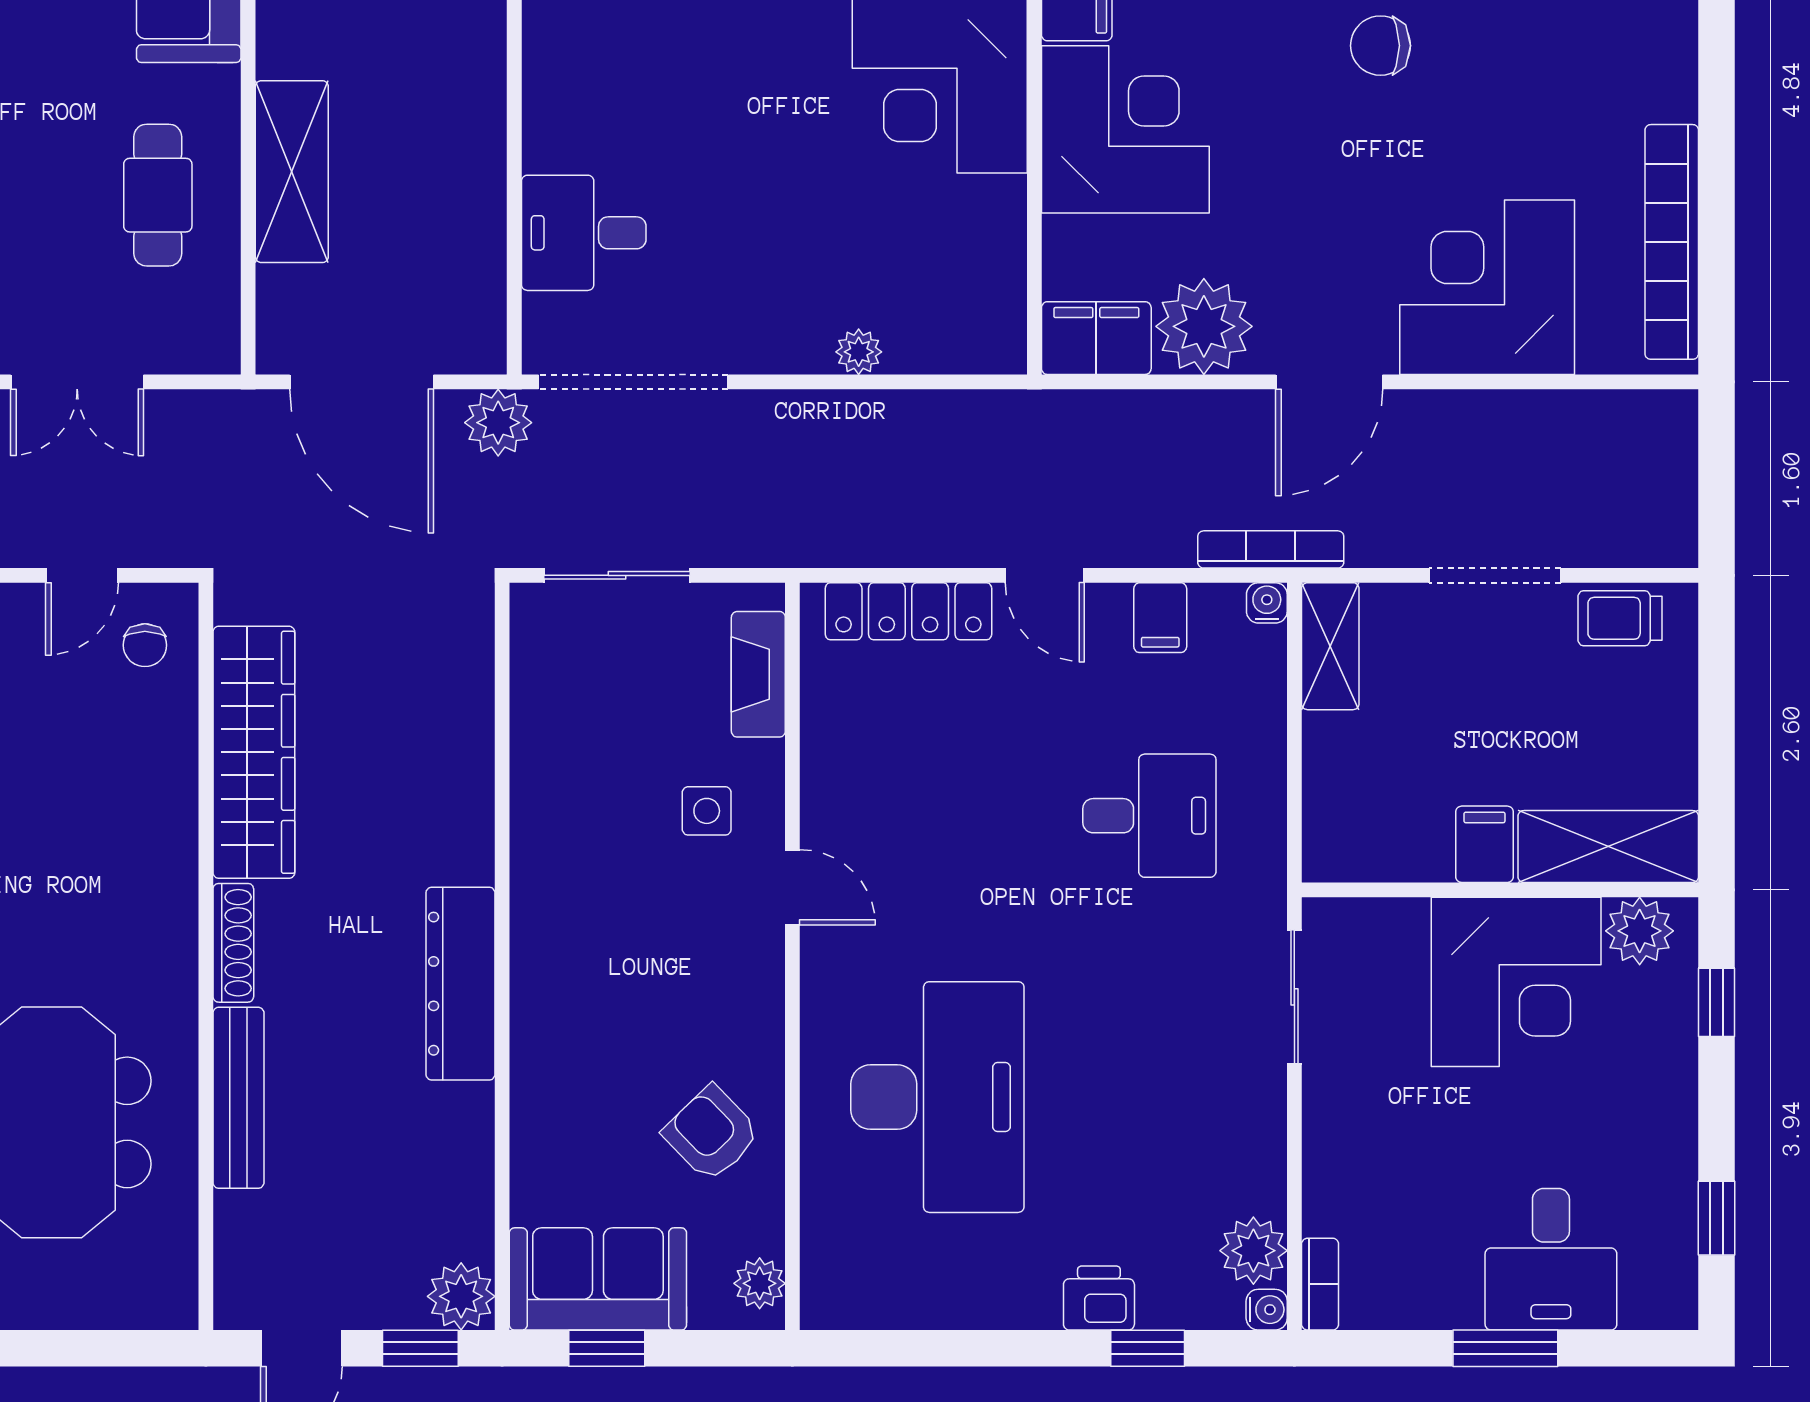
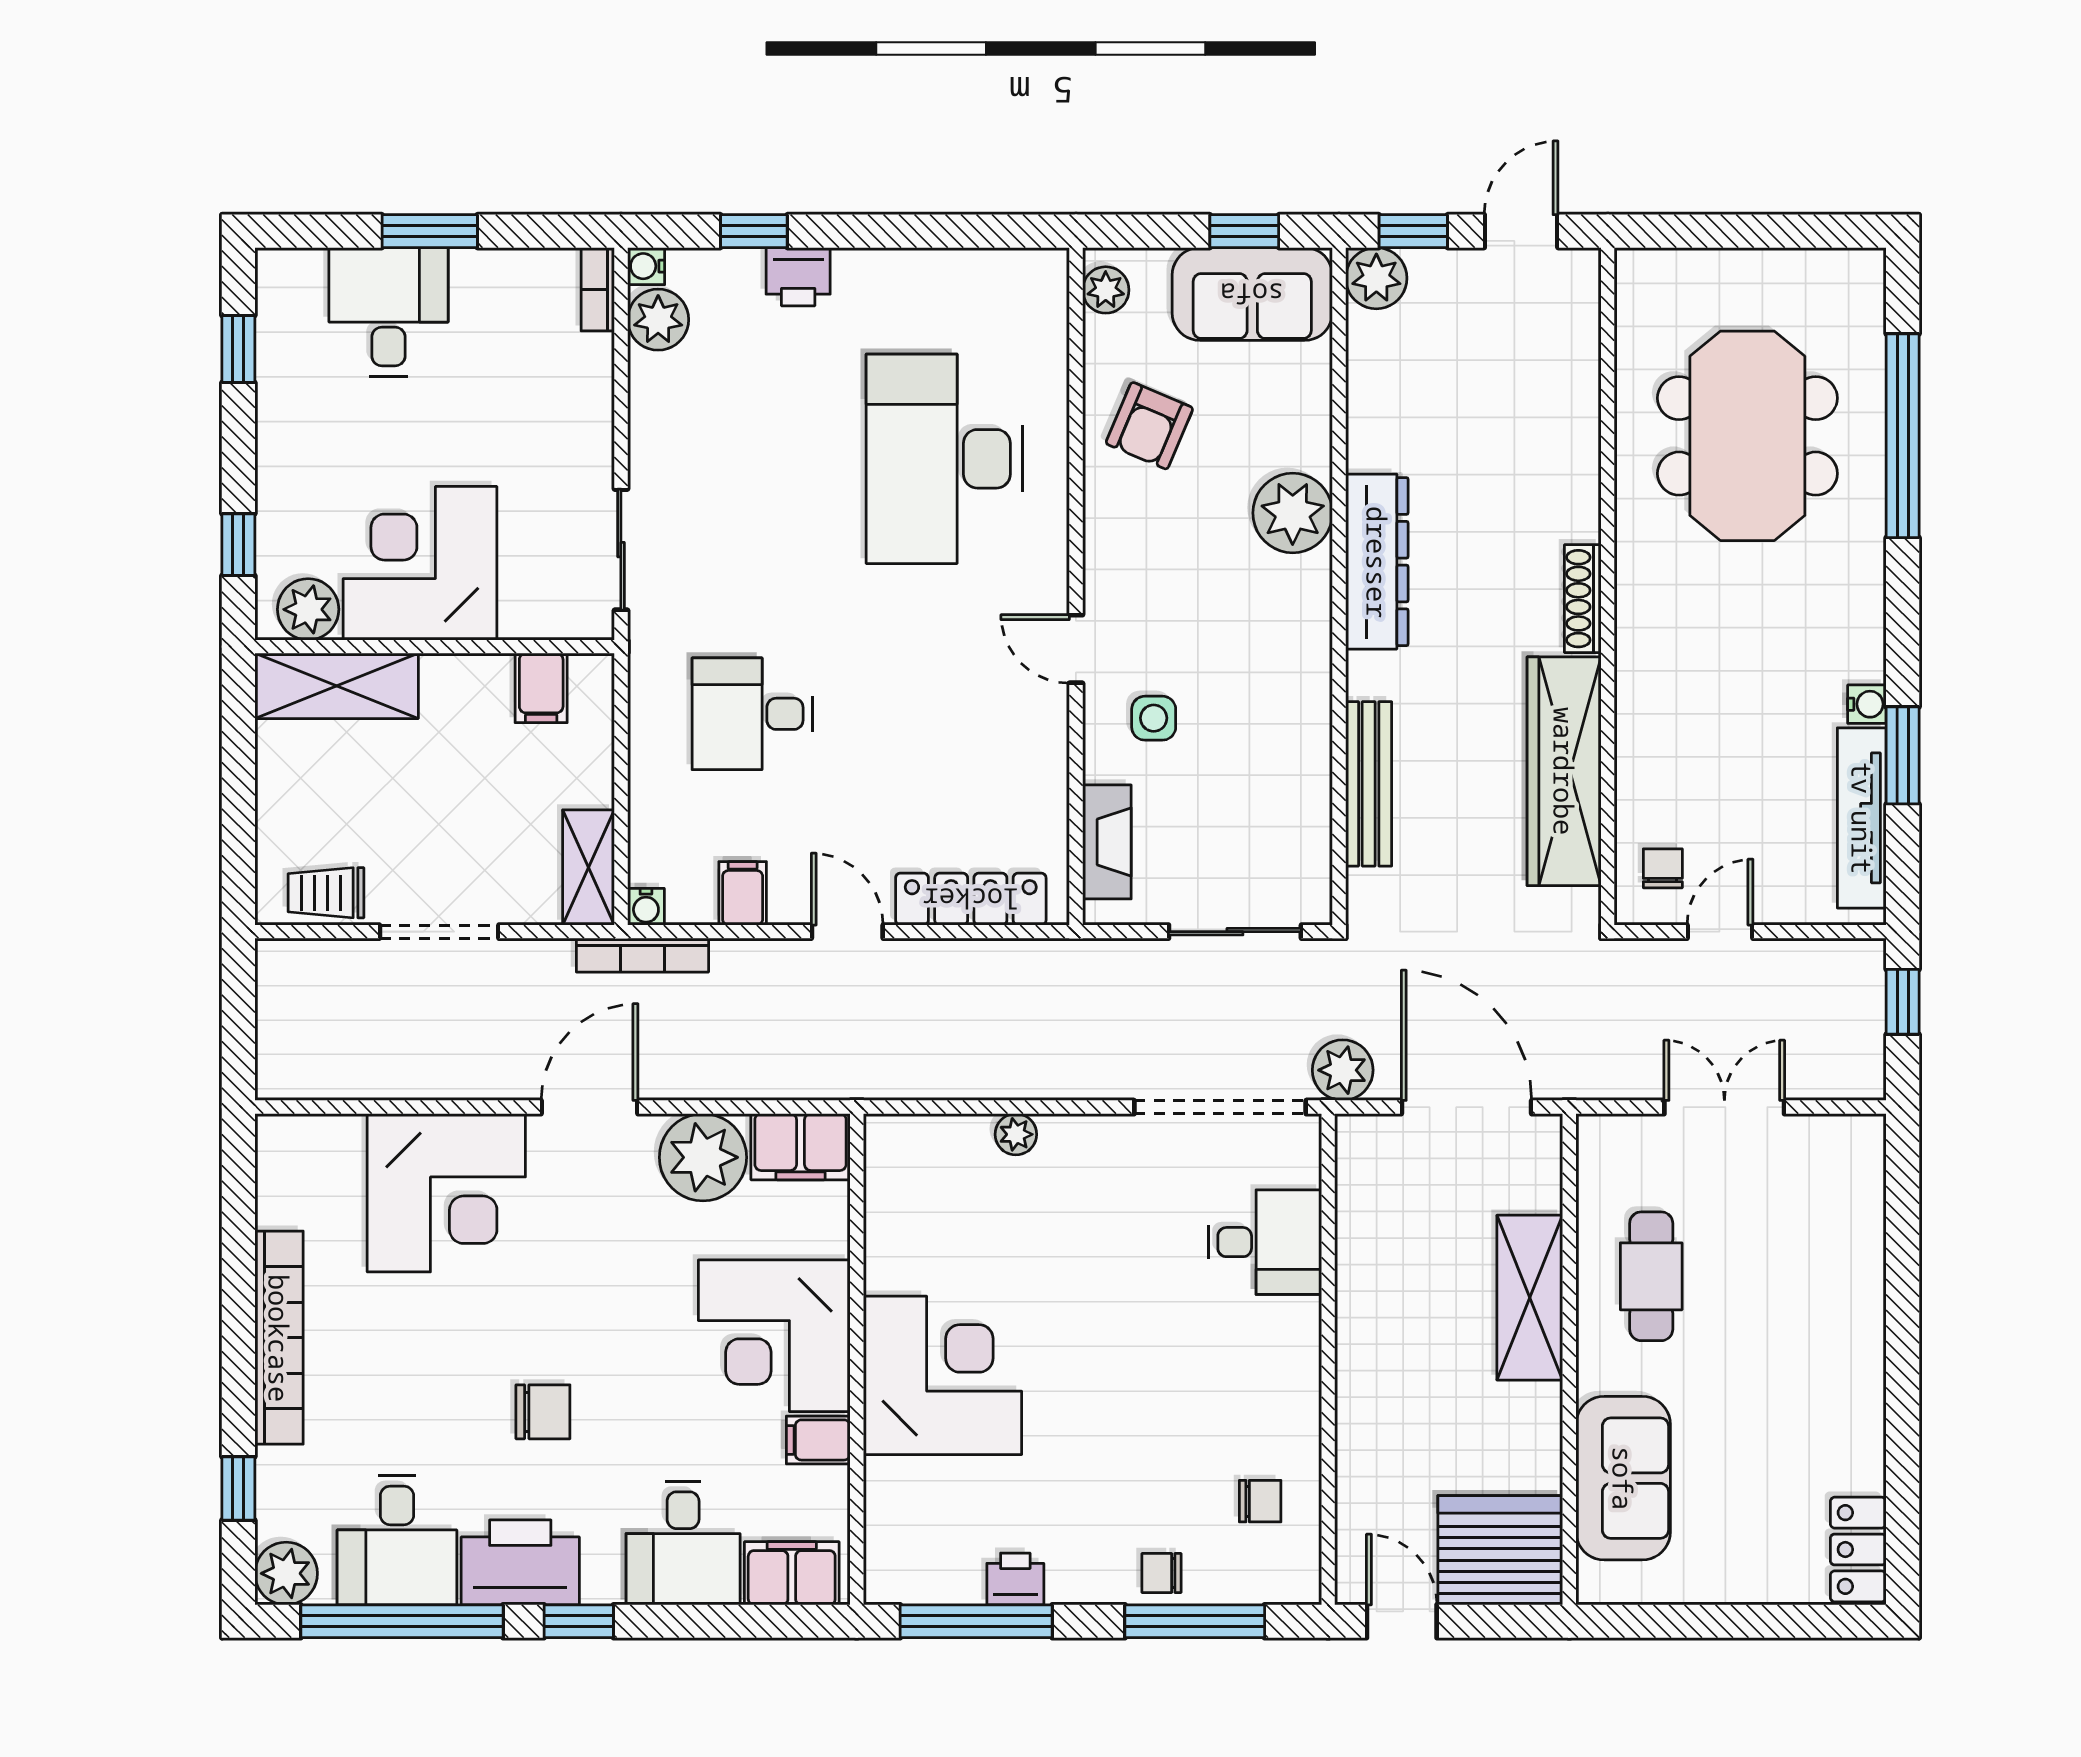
bookcase: (1672, 242) -> (279, 1338), moved
trolley: (1620, 618) -> (326, 893), turned 180
filing cabinet: (1484, 844) -> (541, 688), moved
plant: (553, 1037) -> (1293, 513), added
bench: (238, 1098) -> (1369, 784), moved
armchair: (711, 1134) -> (1149, 426), turned 67

